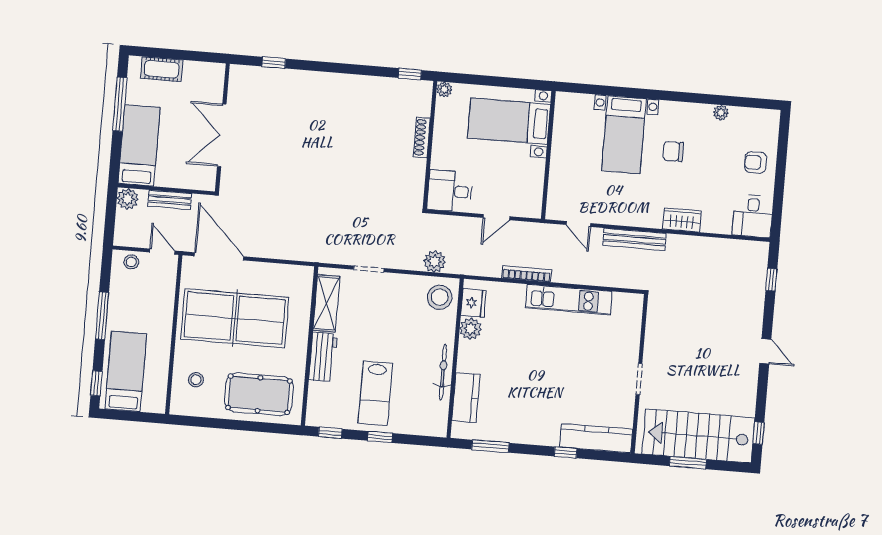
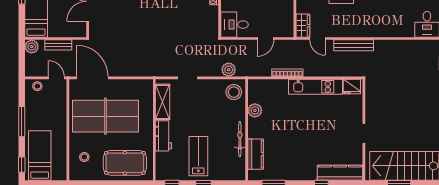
wardrobe: (682, 220) -> (303, 26), moved, turned 90
fridge: (473, 303) -> (352, 87), moved, turned 90
lab bench: (375, 393) -> (198, 156), turned 180

